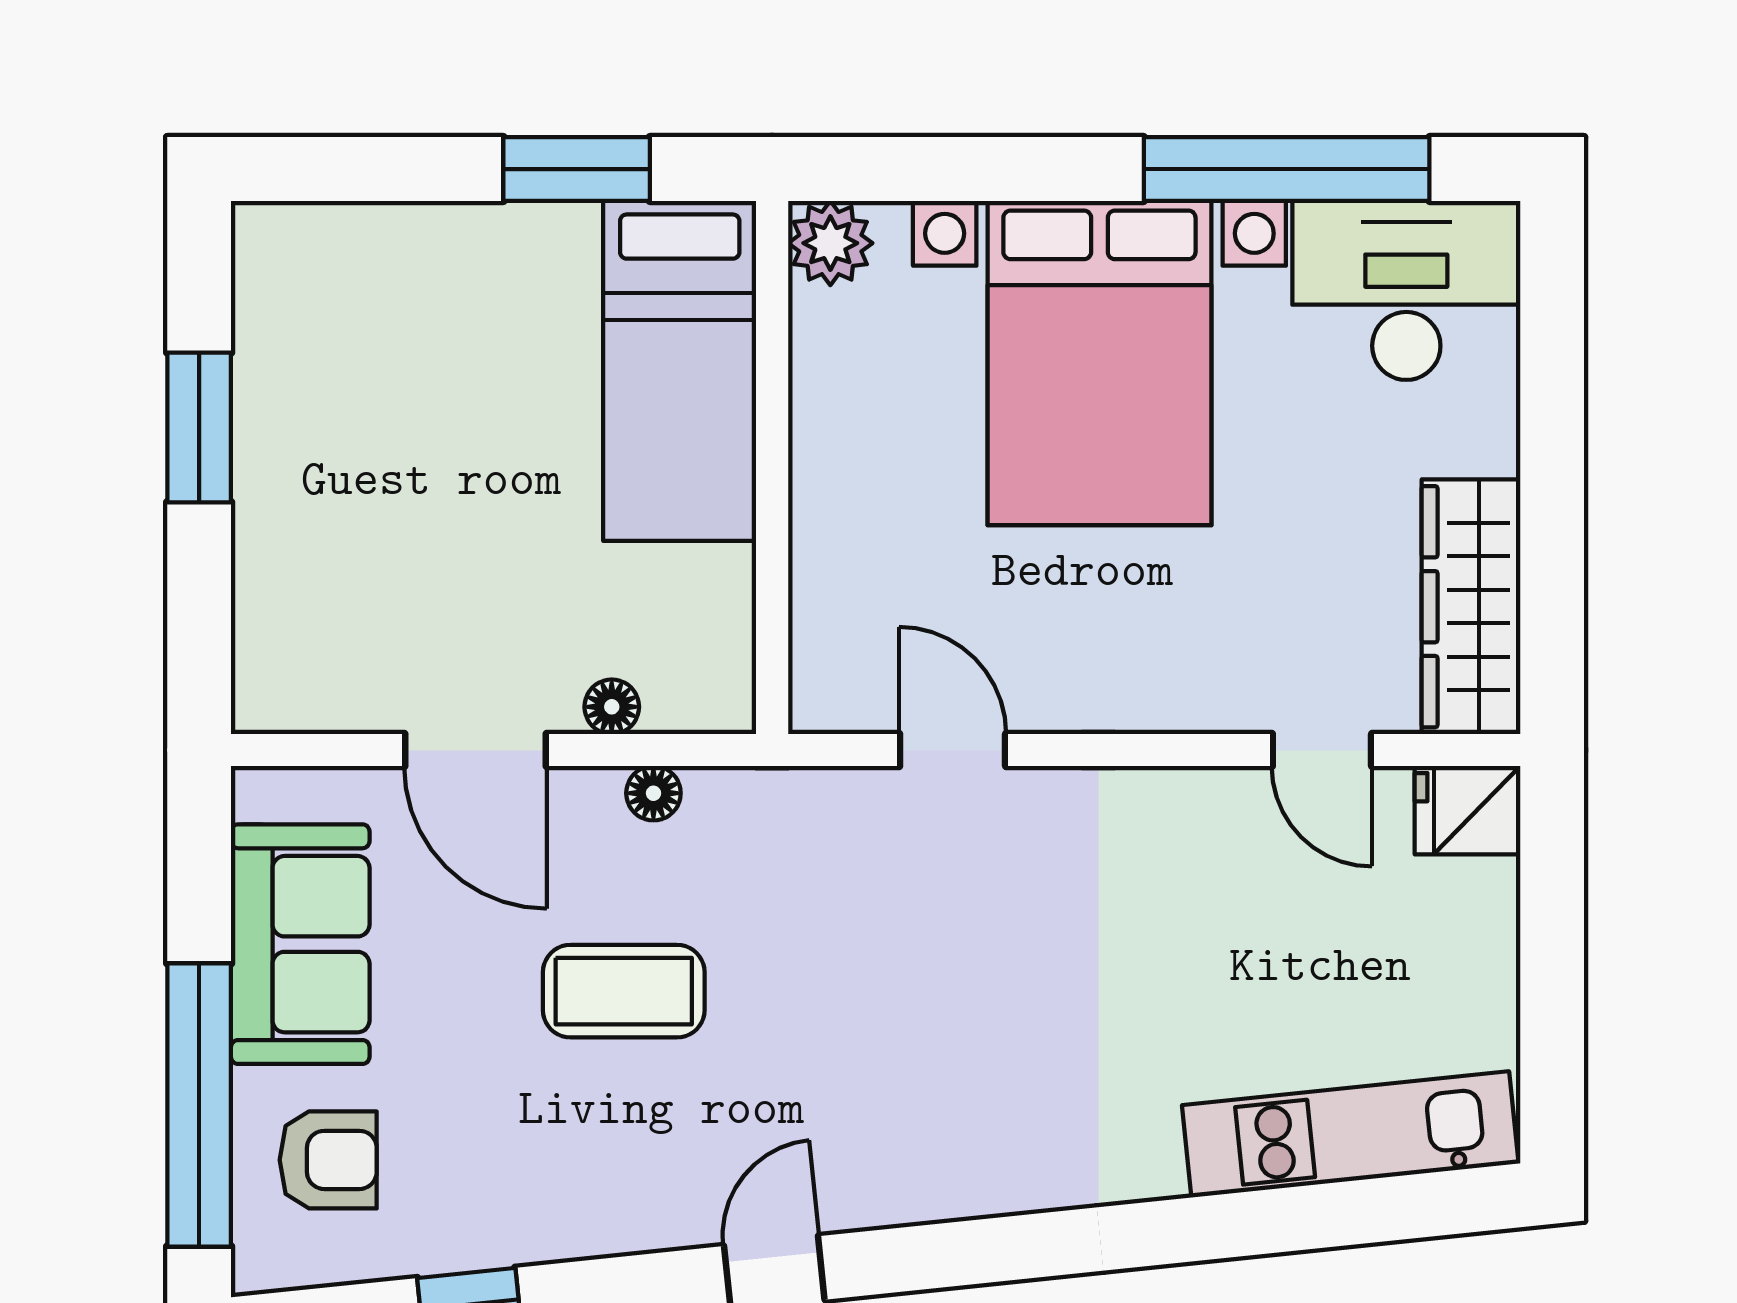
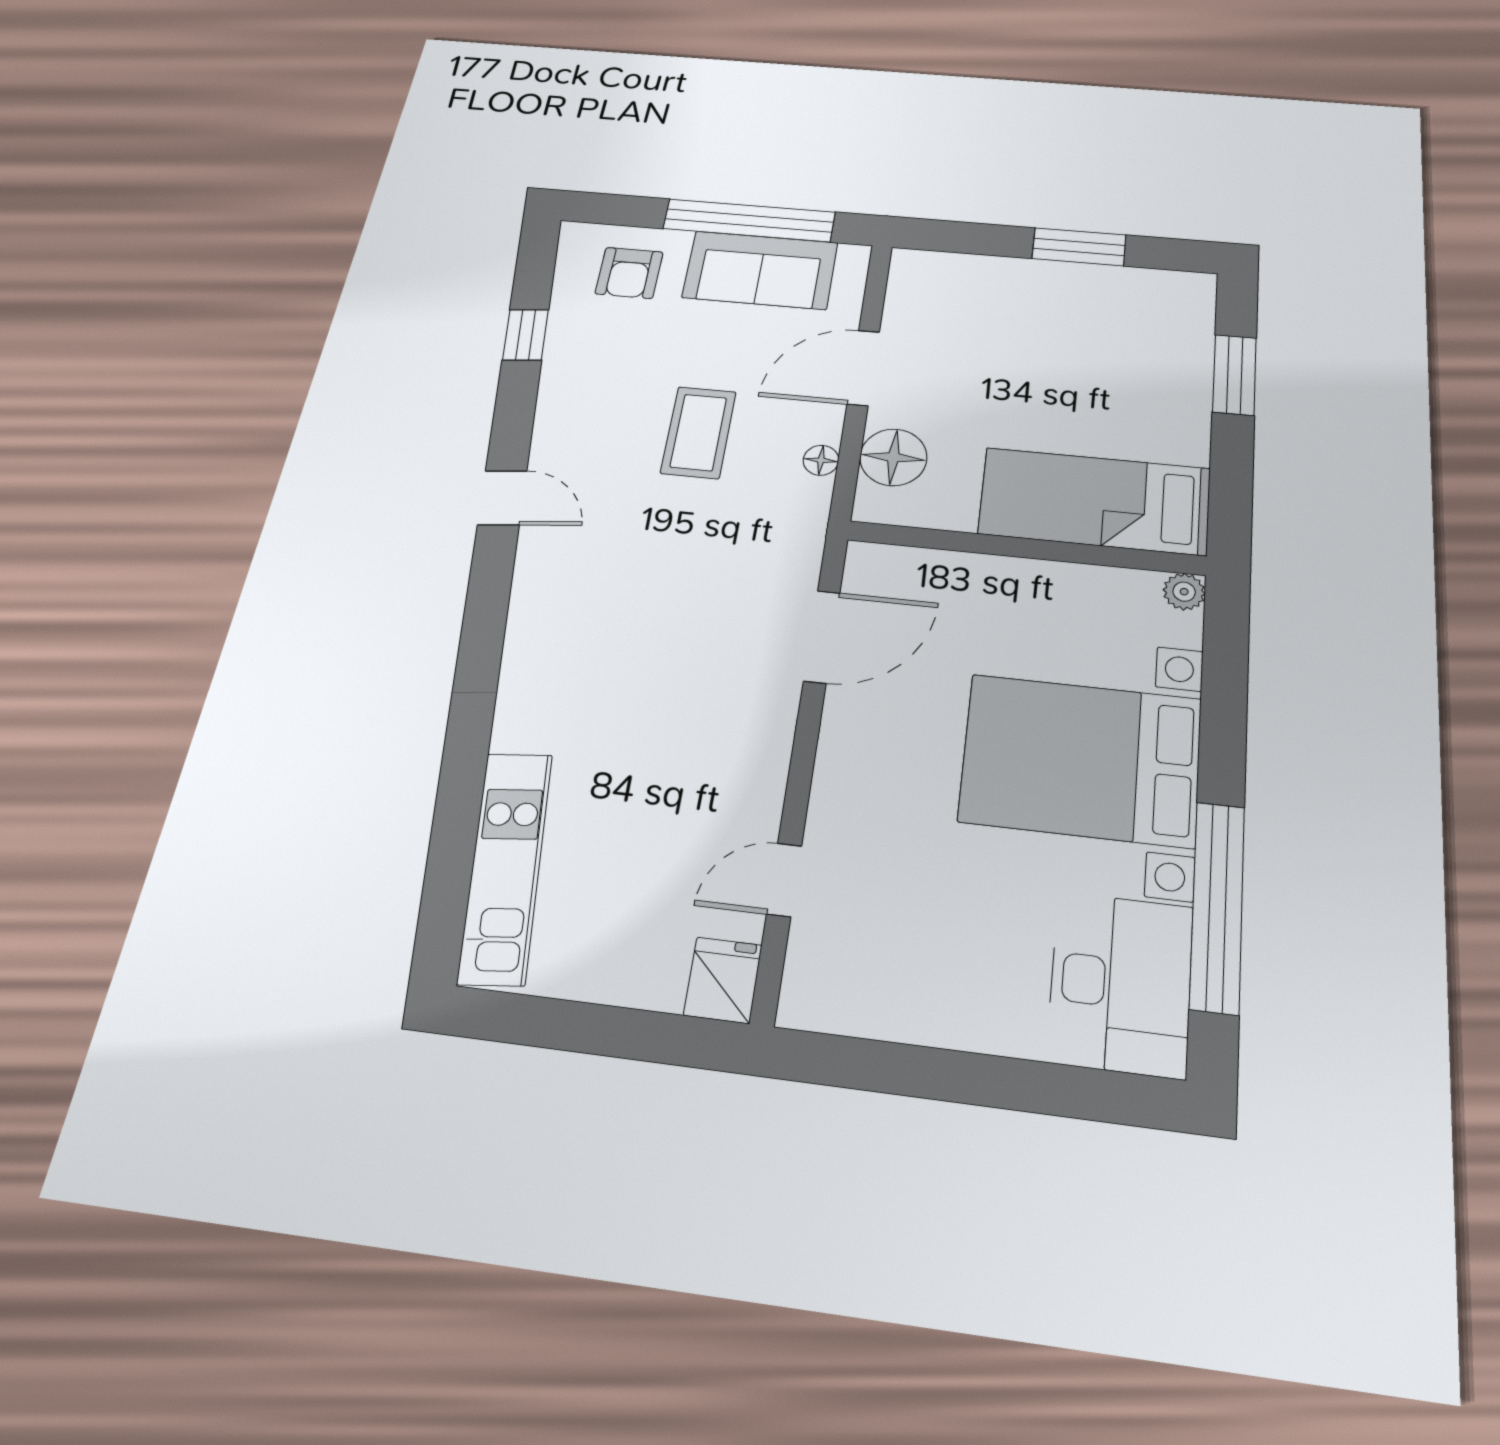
window: (577, 169) -> (1235, 375), moved
plant: (830, 243) -> (1184, 592), width x0.73, depth x0.73
wardrobe: (1471, 607) -> (875, 1002), removed
floor lamp: (612, 707) -> (893, 457), width x1.89, depth x1.89
door: (953, 750) -> (822, 637), width x1.38
window: (199, 1105) -> (749, 220), moved

